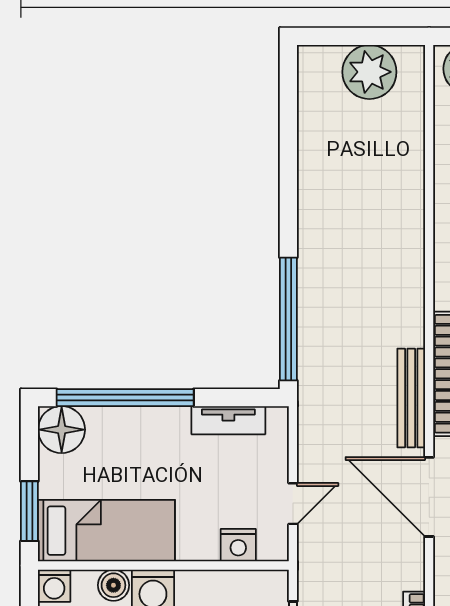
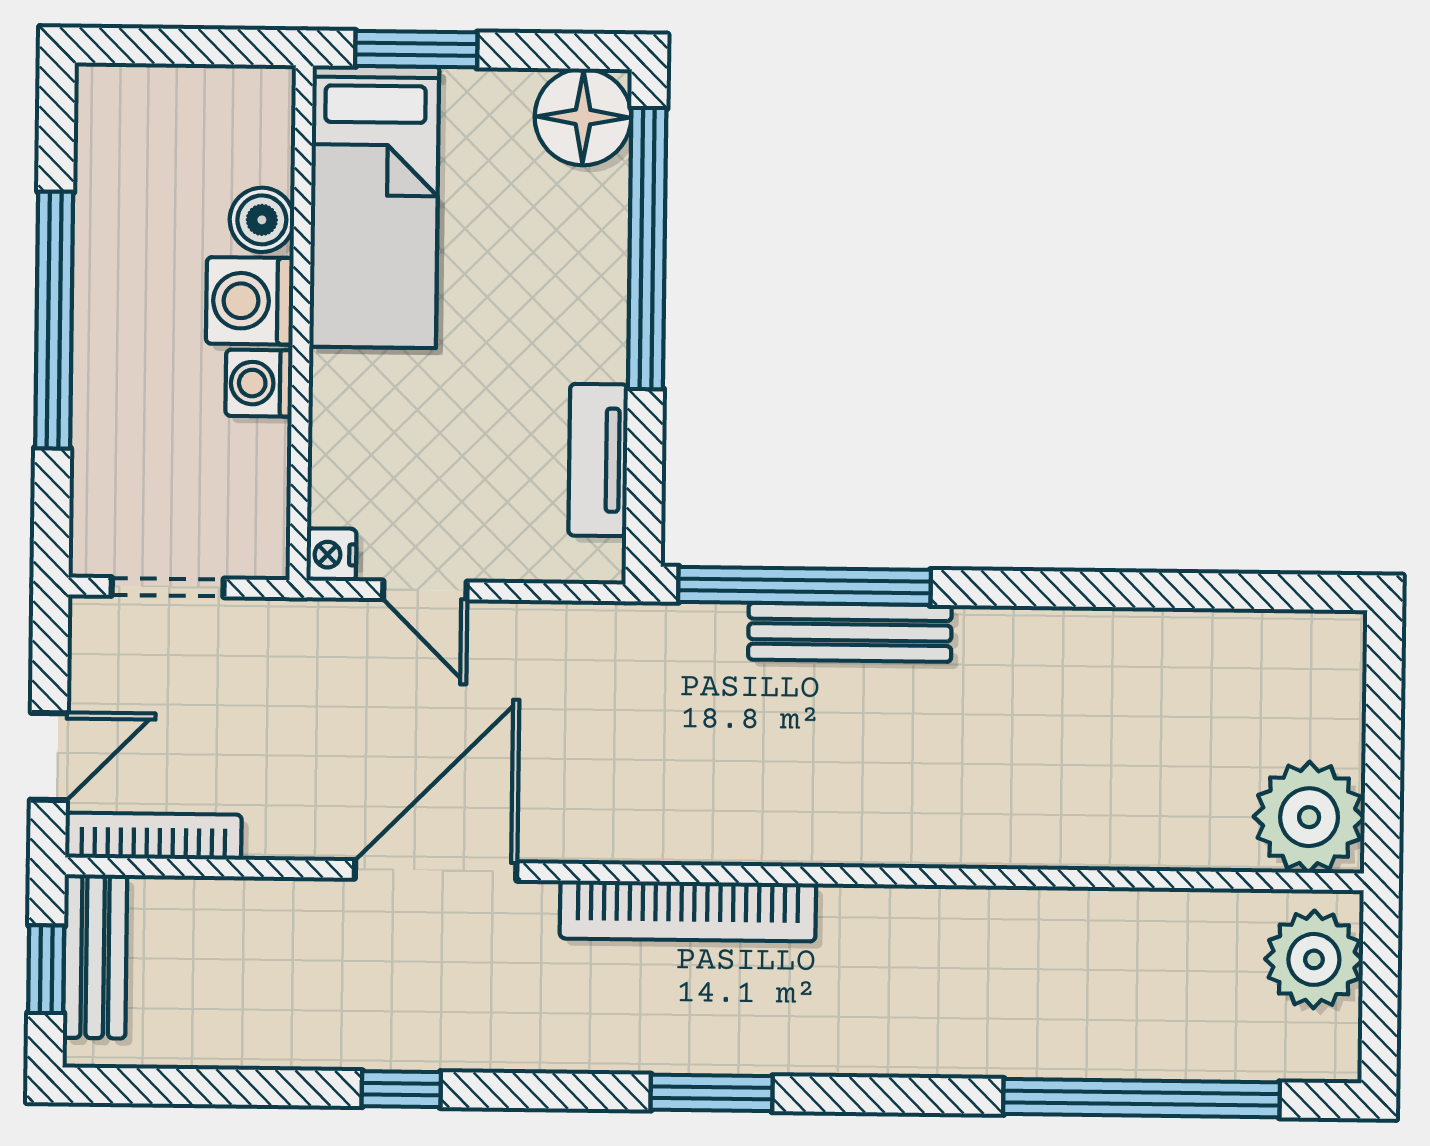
plant: (369, 72) -> (1309, 817), moved
bench: (411, 398) -> (850, 632), moved
nightstand: (238, 545) -> (331, 555), moved, width x0.72, depth x0.74
washing machine: (54, 586) -> (259, 383), moved

